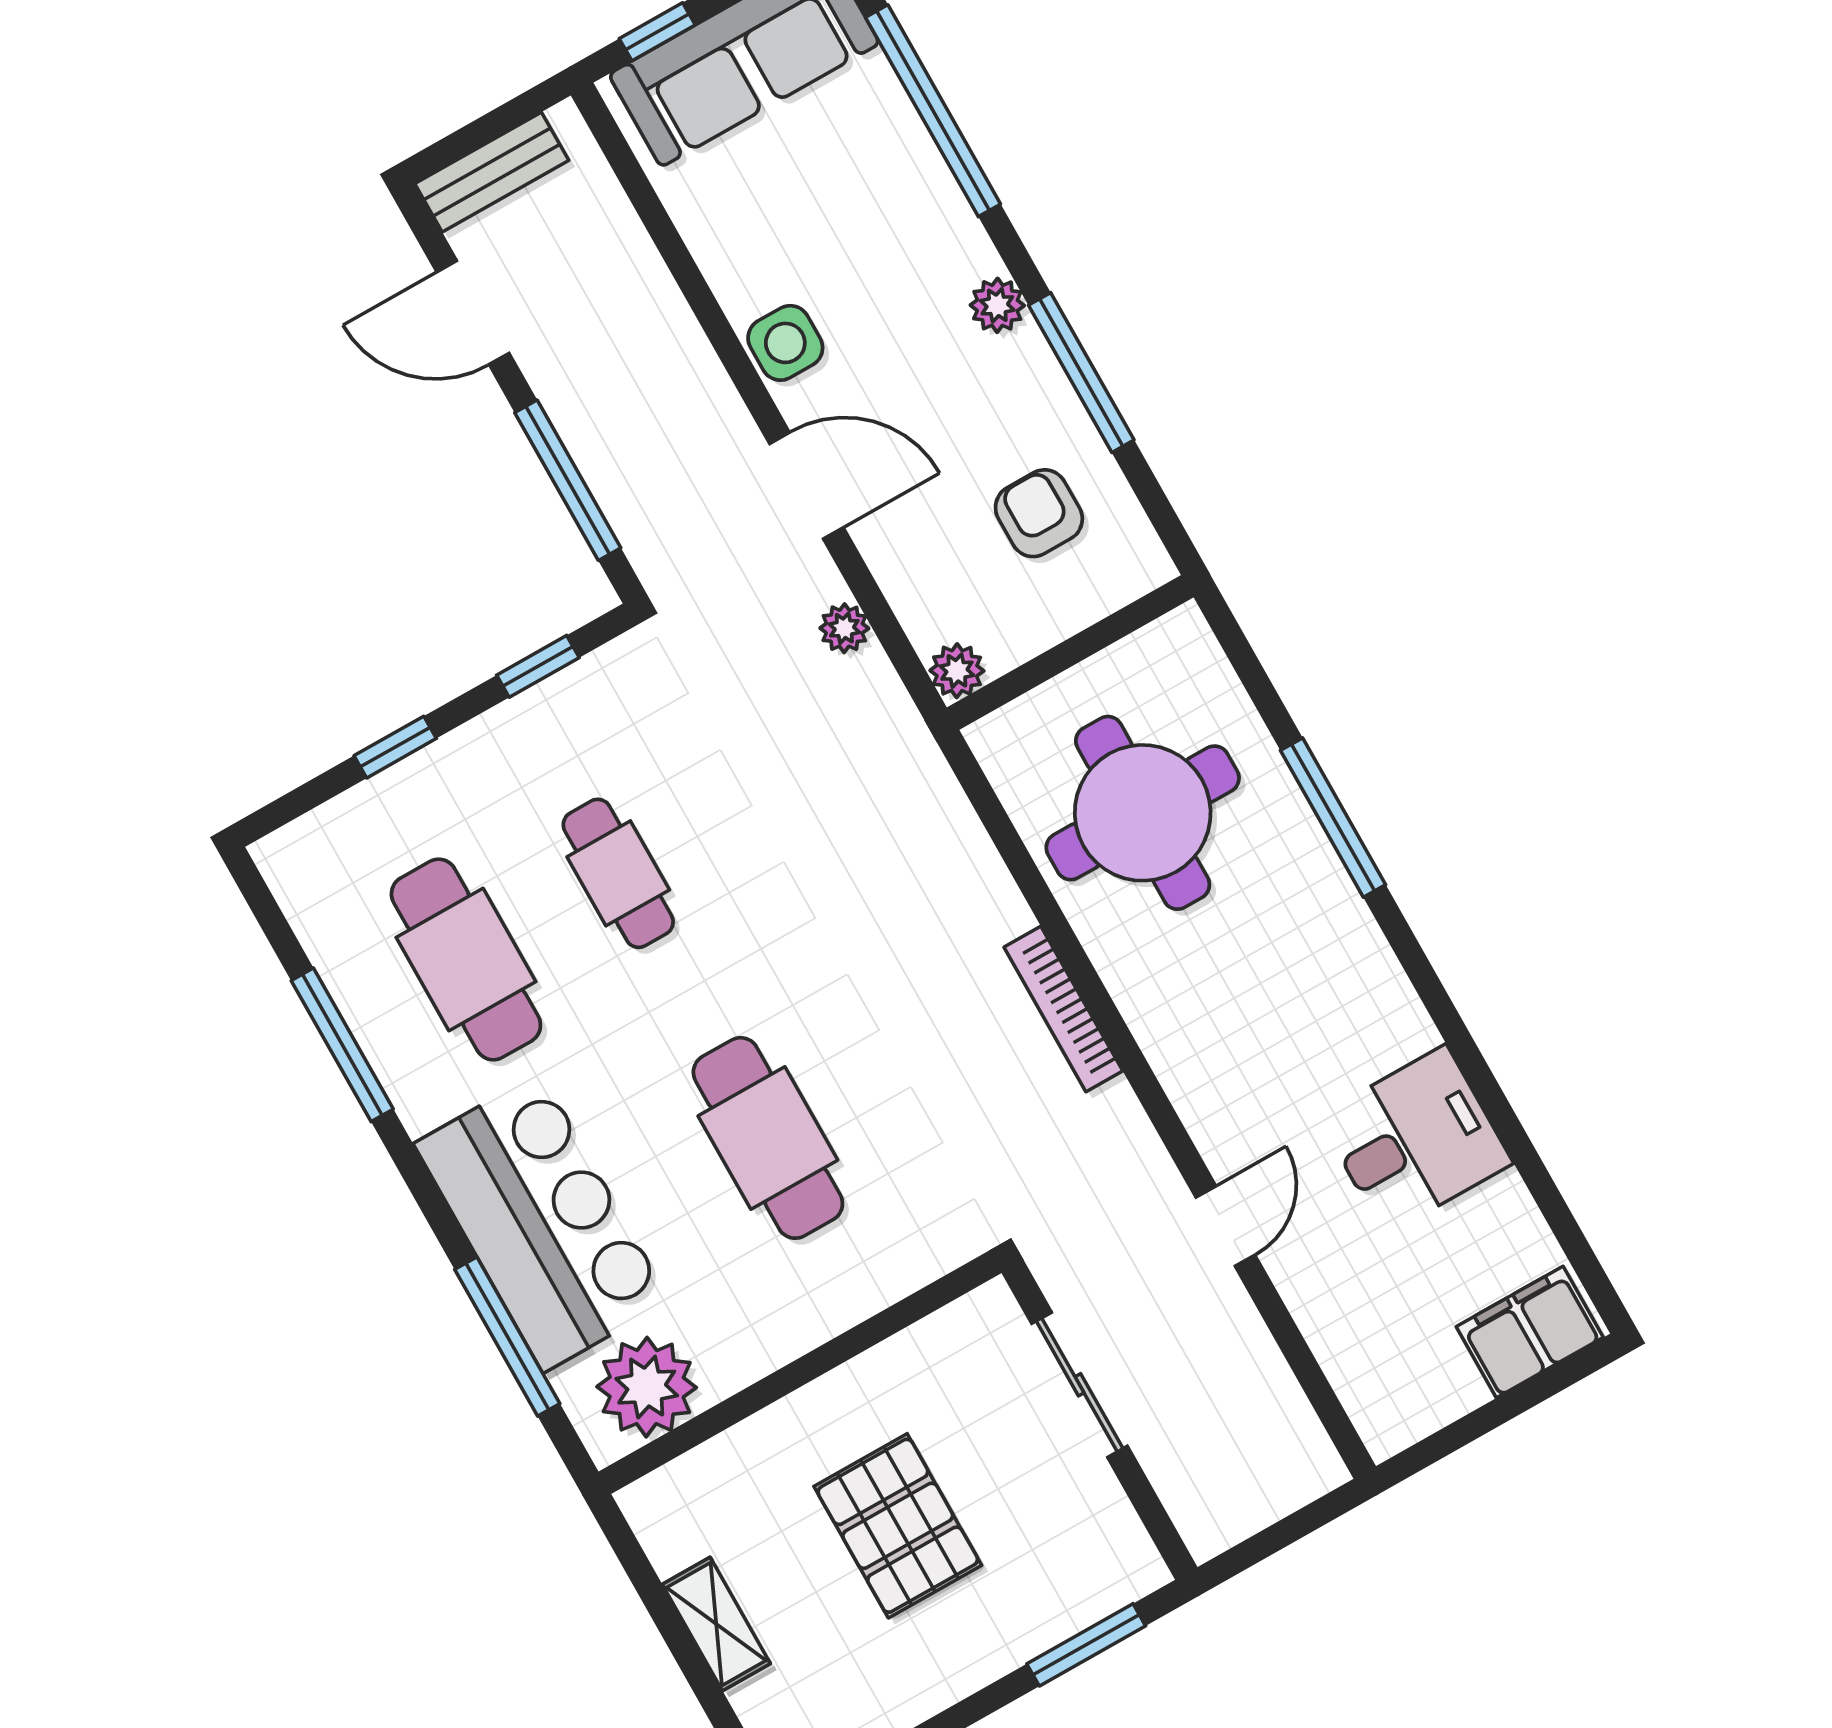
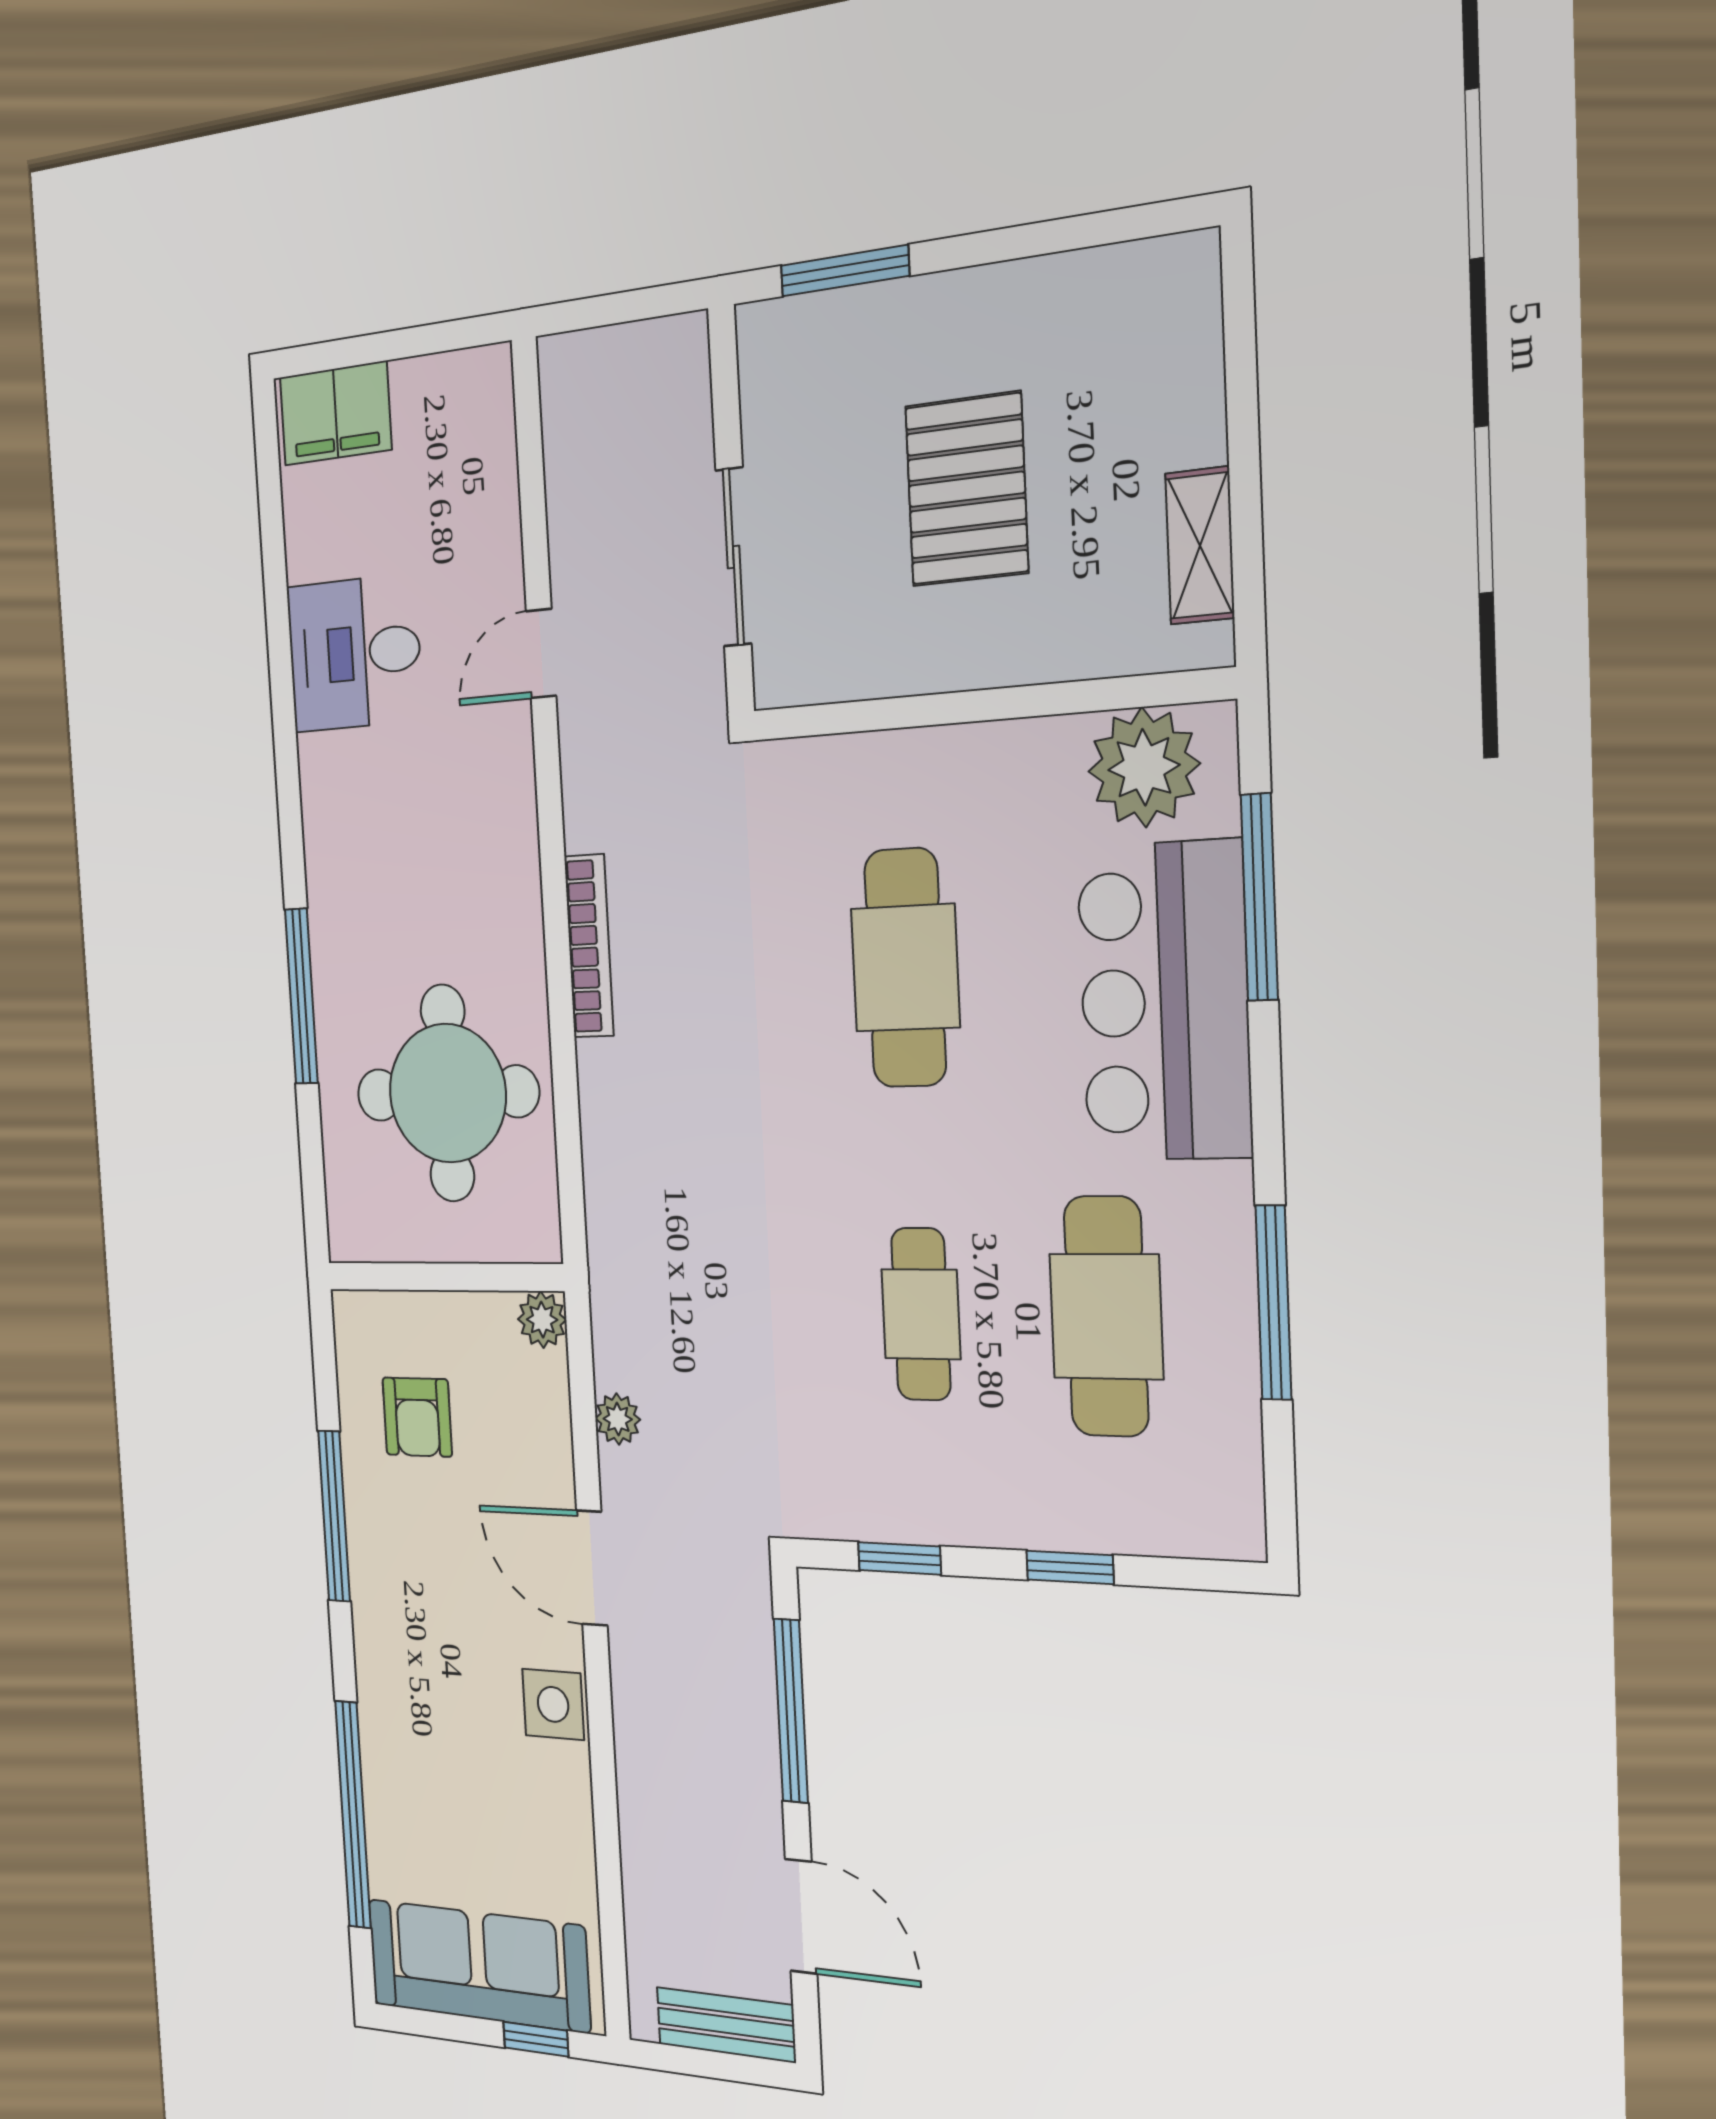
plant: (997, 305) -> (374, 1618), removed
shelving: (716, 1624) -> (1200, 546), moved

